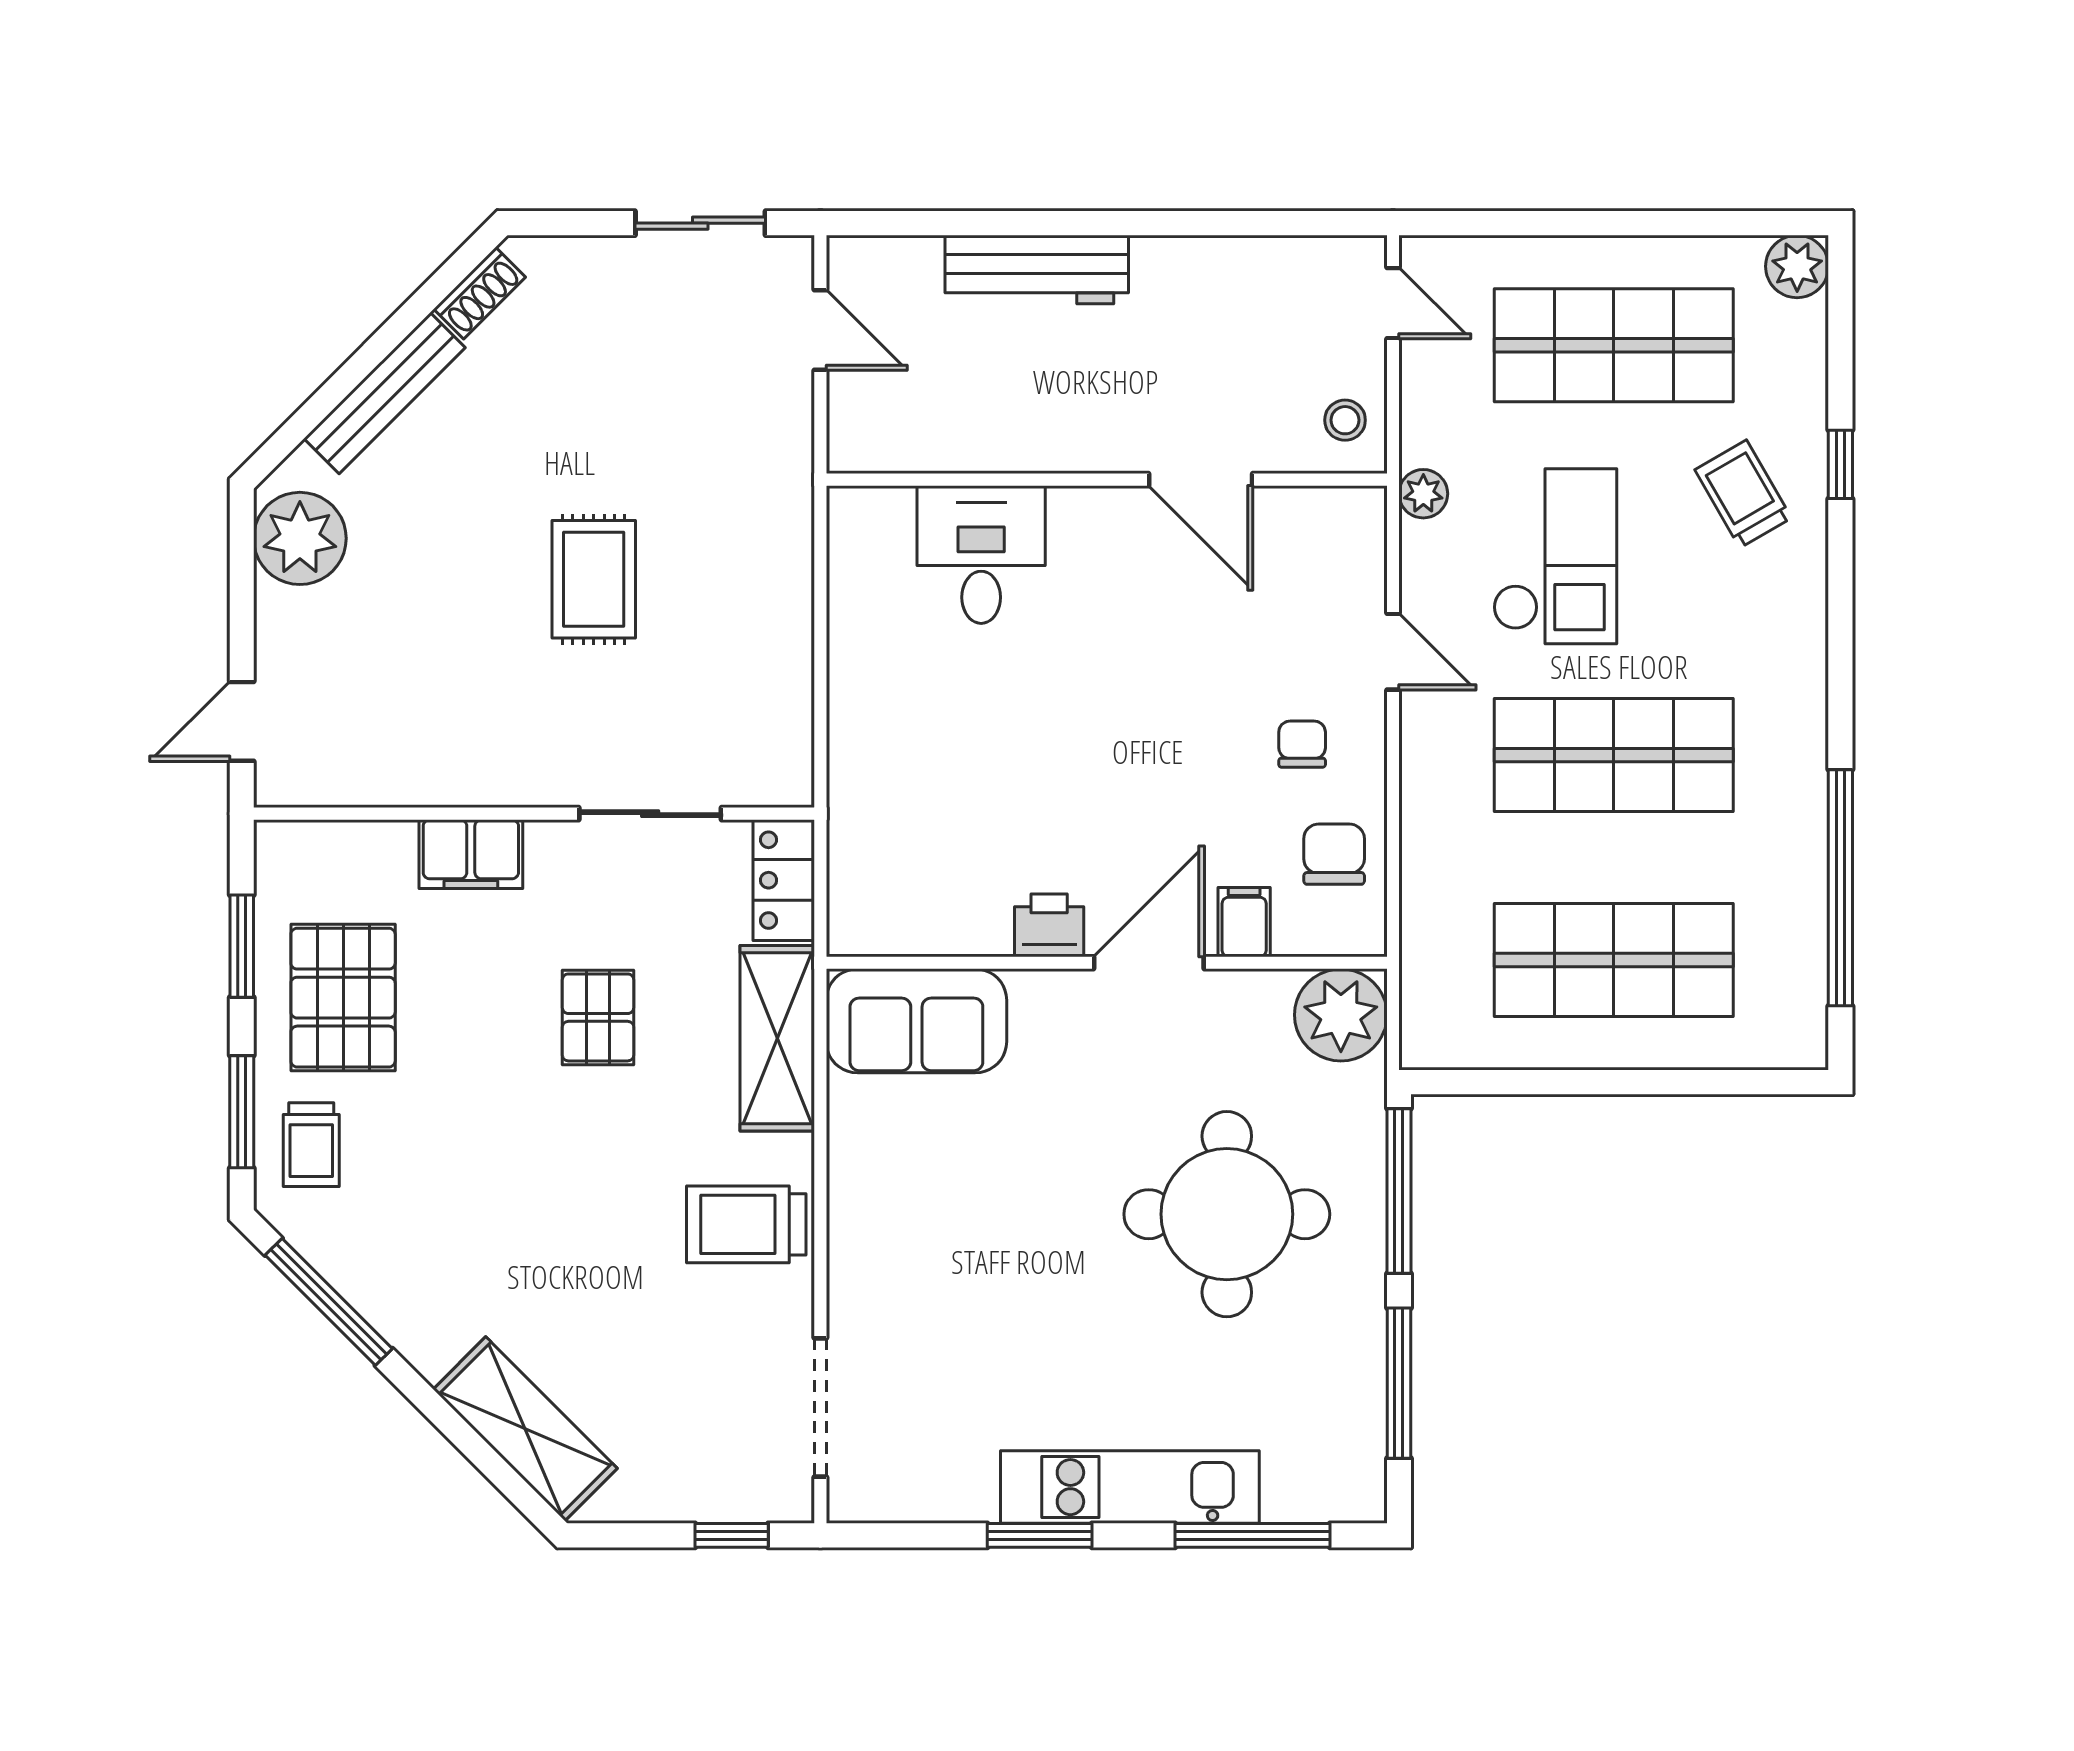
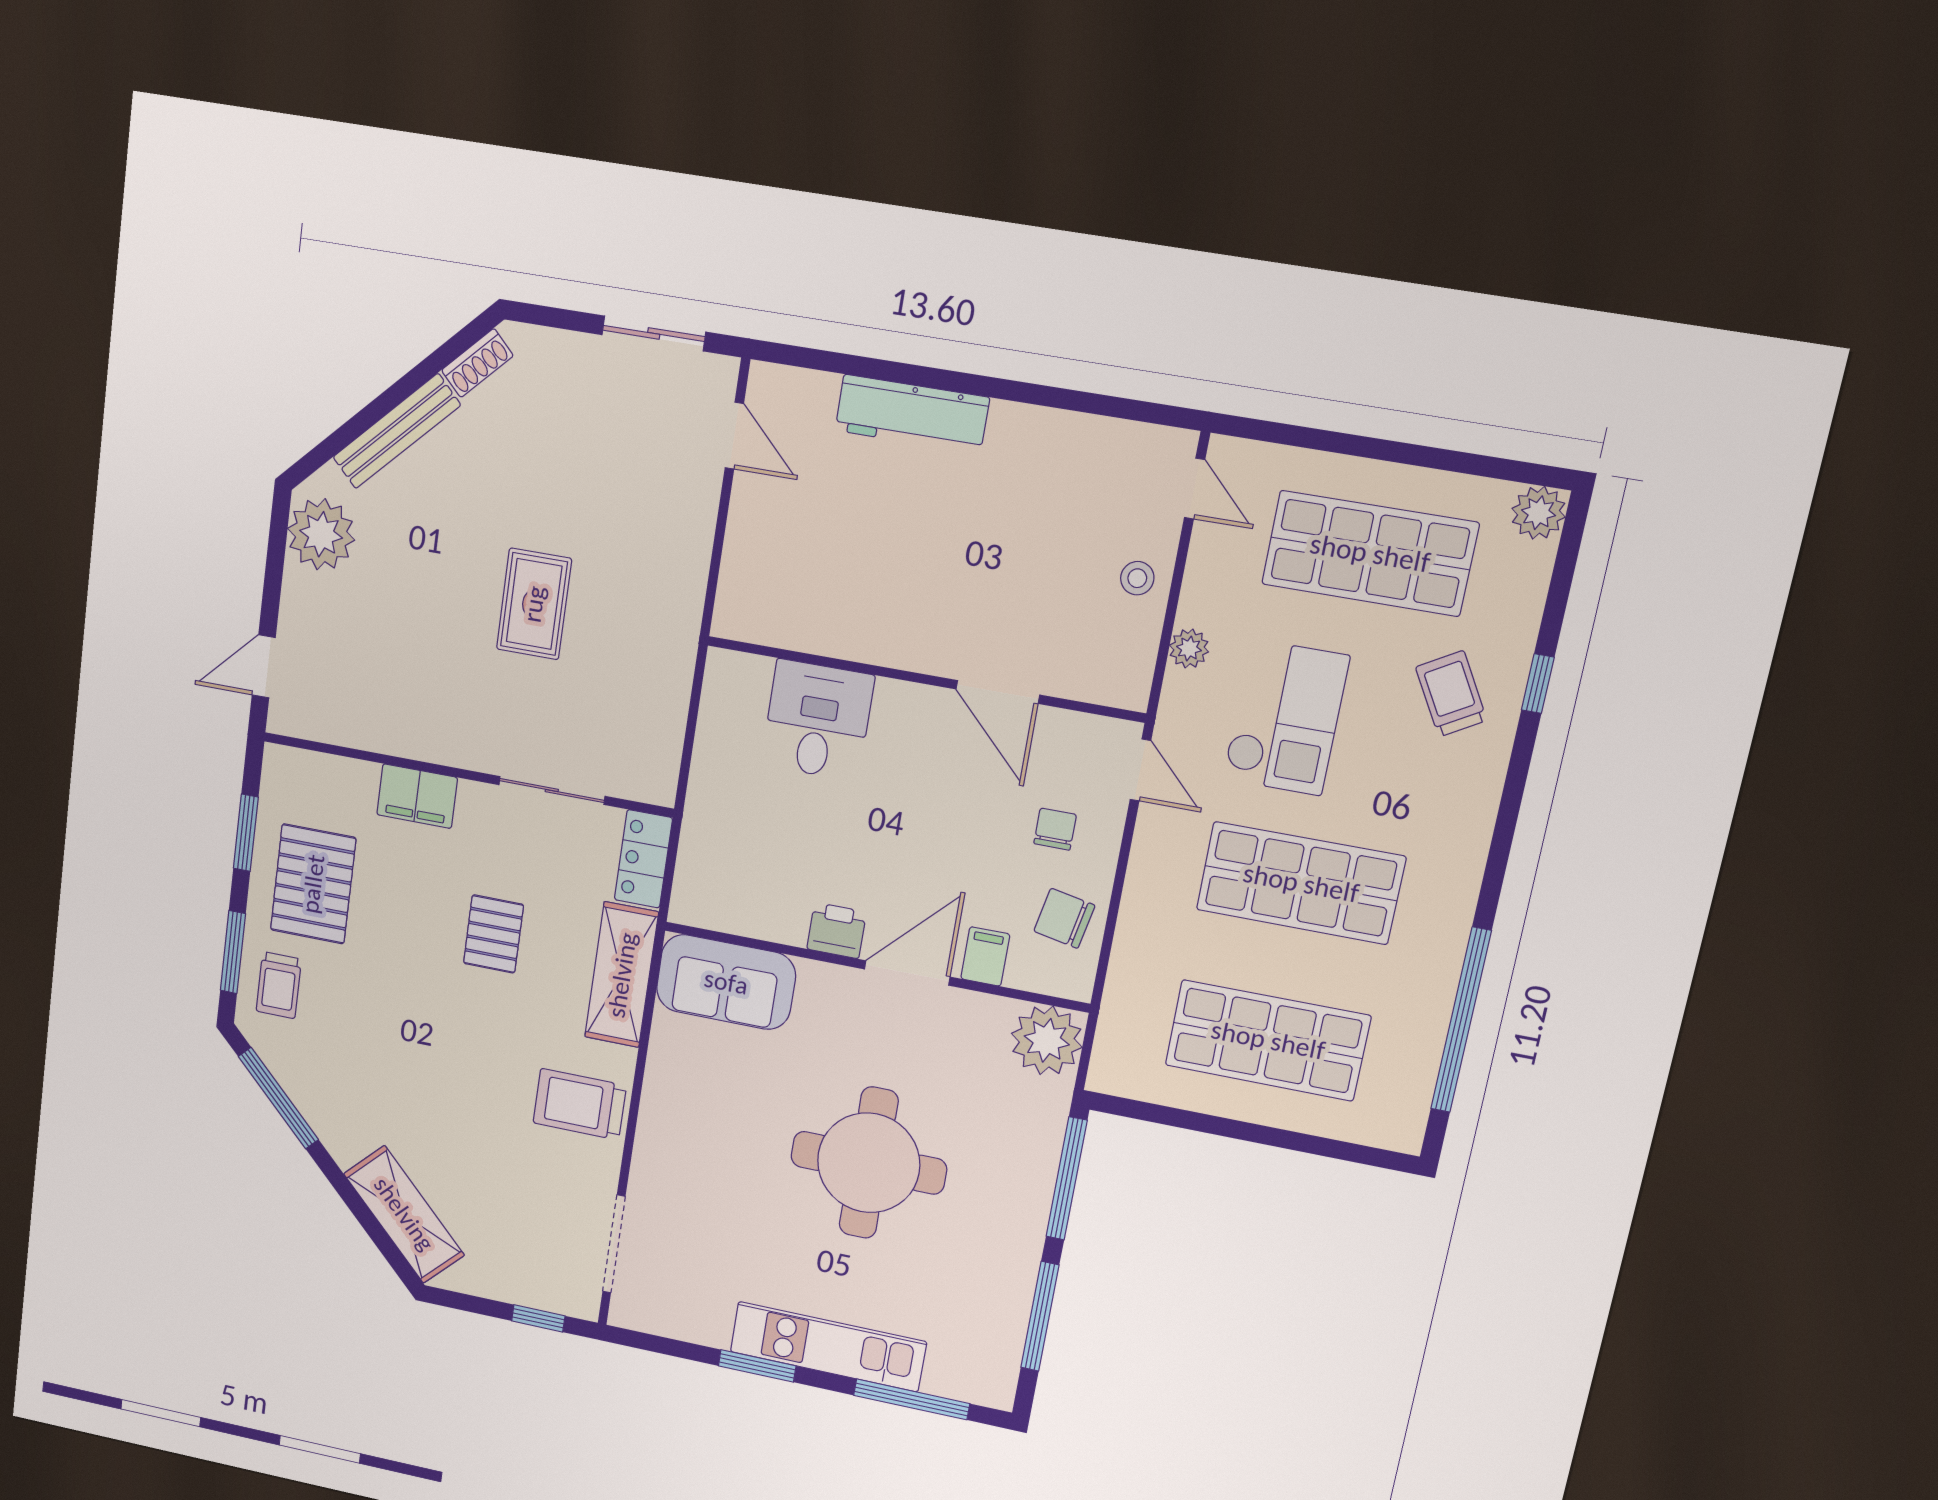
wall: (1107, 480) -> (924, 679), moved
door: (1201, 480) -> (998, 692), moved
desk: (981, 555) -> (818, 720), moved
chair: (1334, 854) -> (1064, 918), turned -79
round table: (1227, 1214) -> (869, 1163), moved

